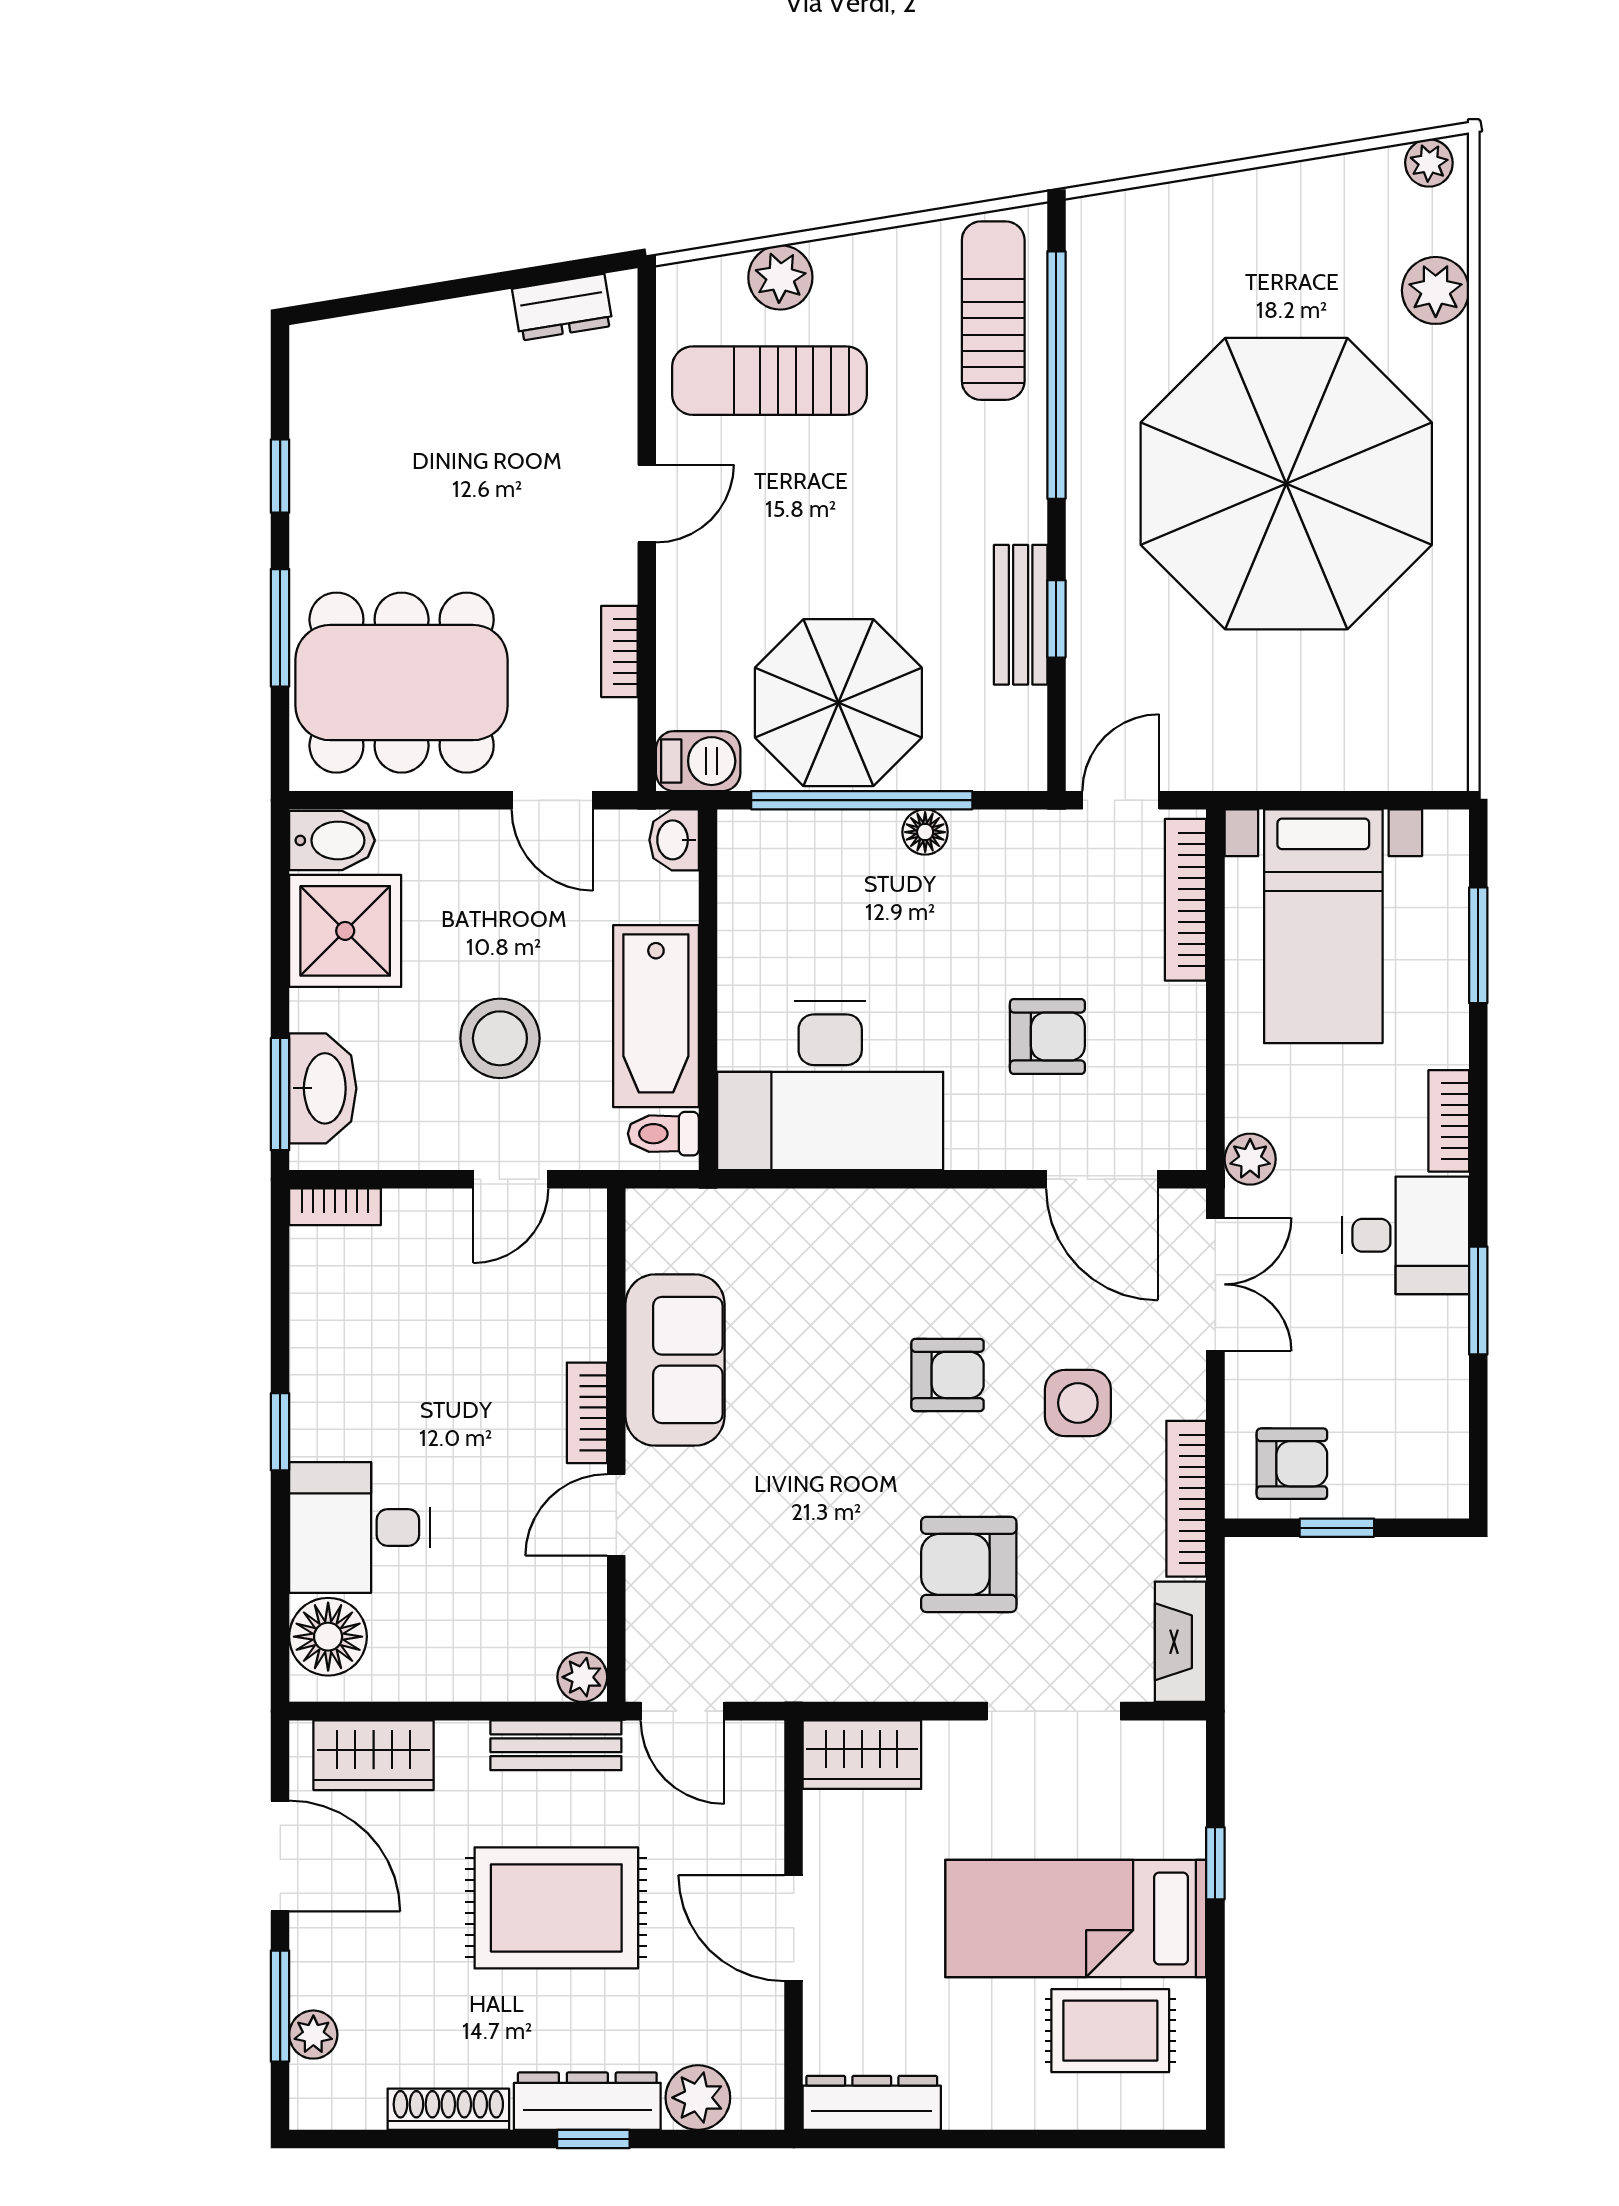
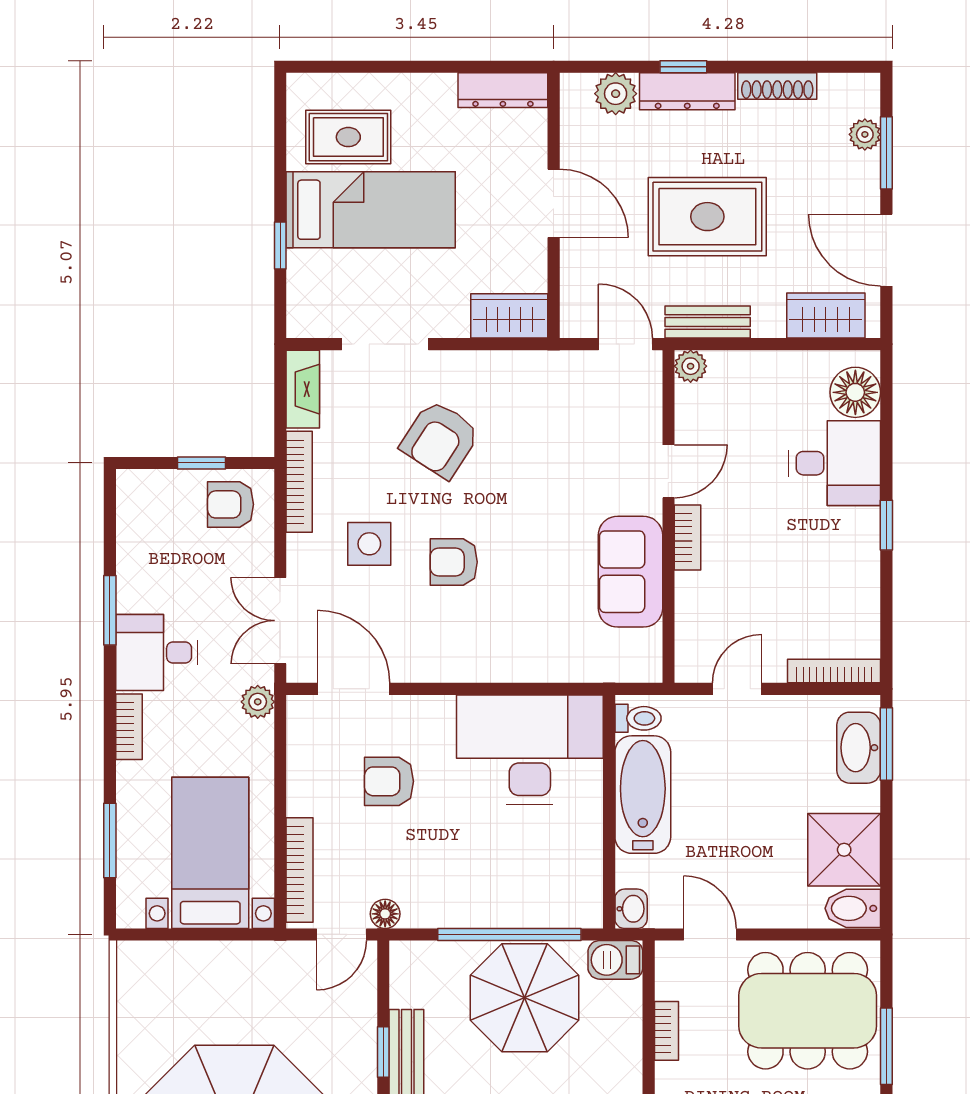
floor lamp: (925, 832) -> (385, 914), moved
stool: (500, 1038) -> (744, 780), removed
bookcase: (335, 1207) -> (834, 671), width x1.56
armchair: (969, 1564) -> (440, 439), turned 123

